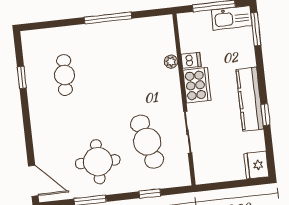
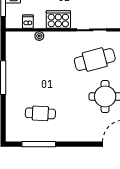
dishwasher: (191, 60) -> (28, 22), moved
window: (22, 77) -> (39, 144), width x2.17

